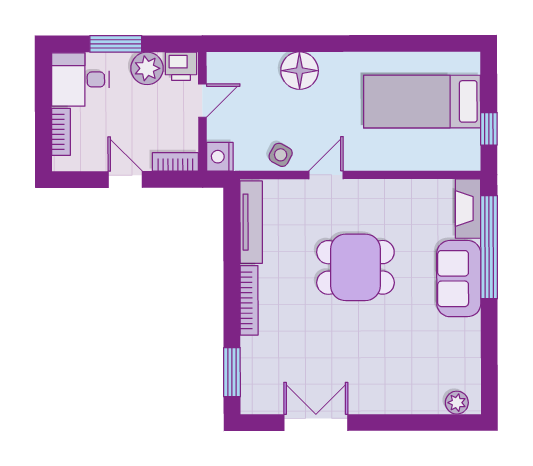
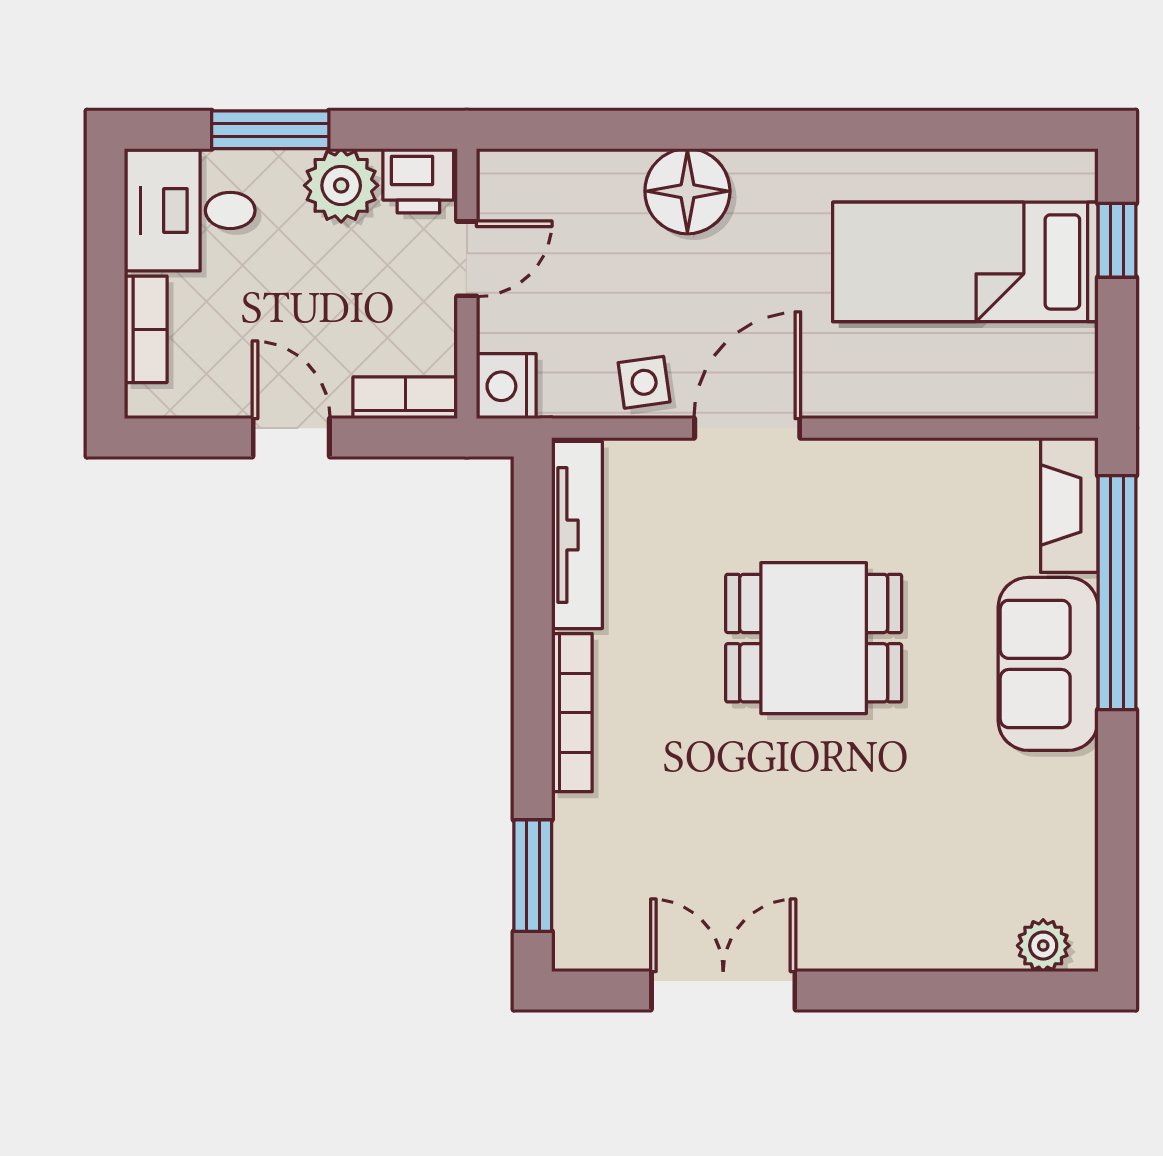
window: (489, 129) -> (1117, 240), moved
side table: (281, 155) -> (644, 382), turned -36
door: (326, 175) -> (747, 428), width x1.38

